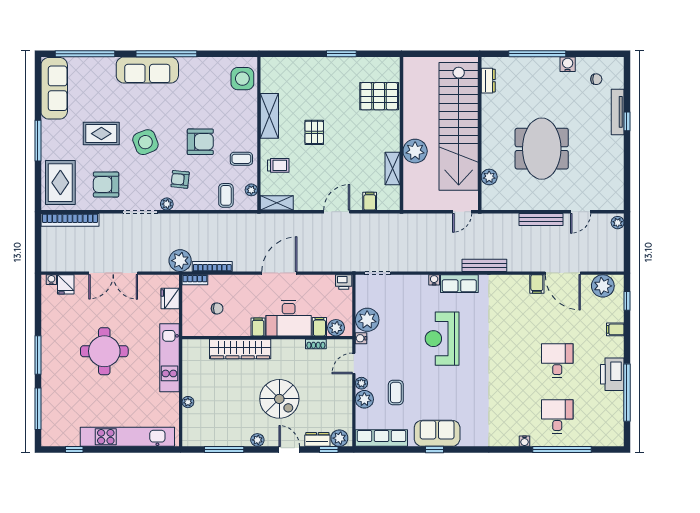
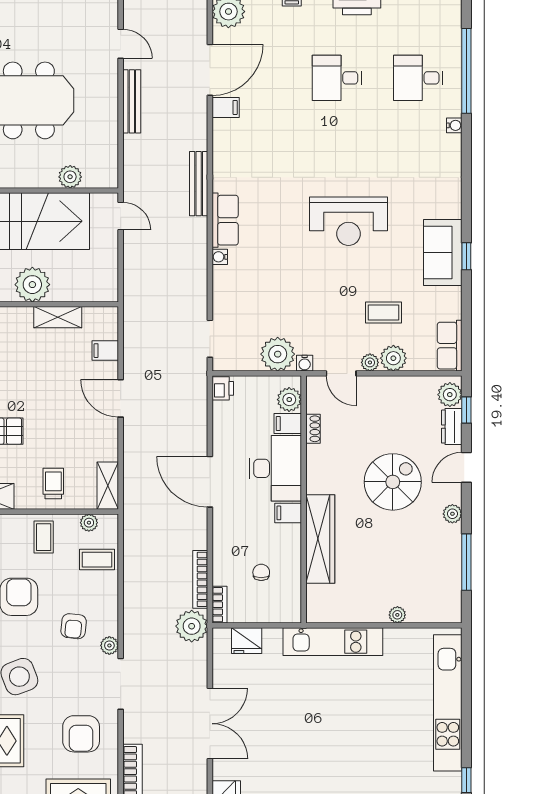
reception desk: (442, 339) -> (348, 221), moved
round table: (104, 351) -> (323, 736), removed
row of seats: (381, 438) -> (450, 346), width x0.68

